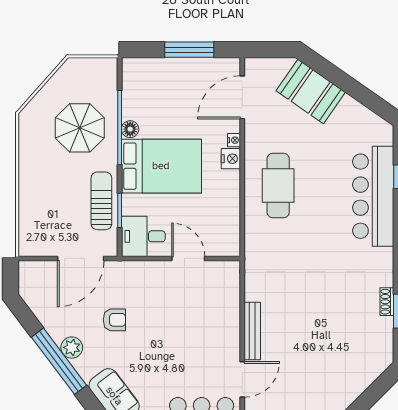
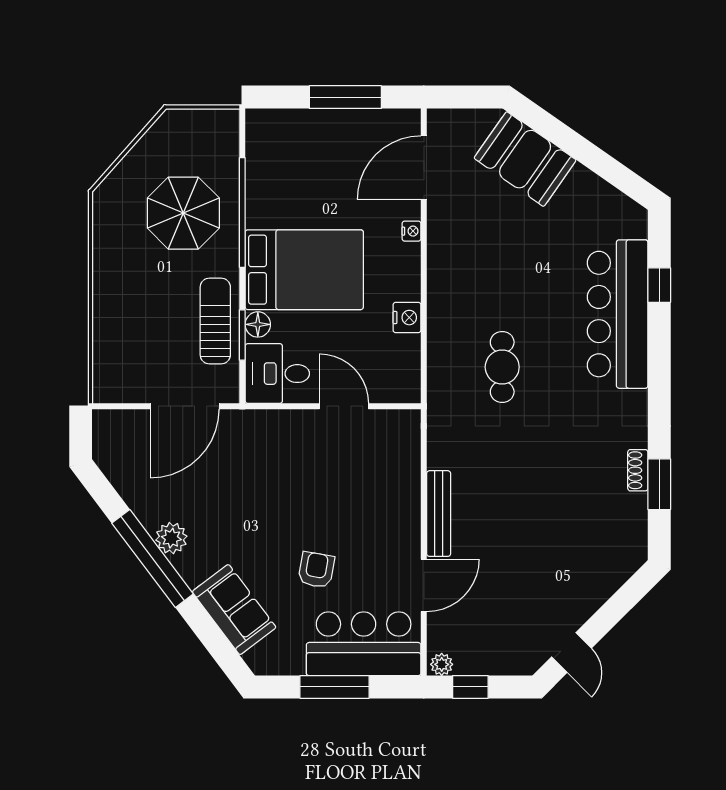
floor lamp: (130, 129) -> (258, 324), moved
nightstand: (231, 159) -> (407, 318), moved
cafe table: (278, 186) -> (502, 367), moved, width x0.73, depth x0.74
armchair: (114, 320) -> (316, 570), moved, turned -80

